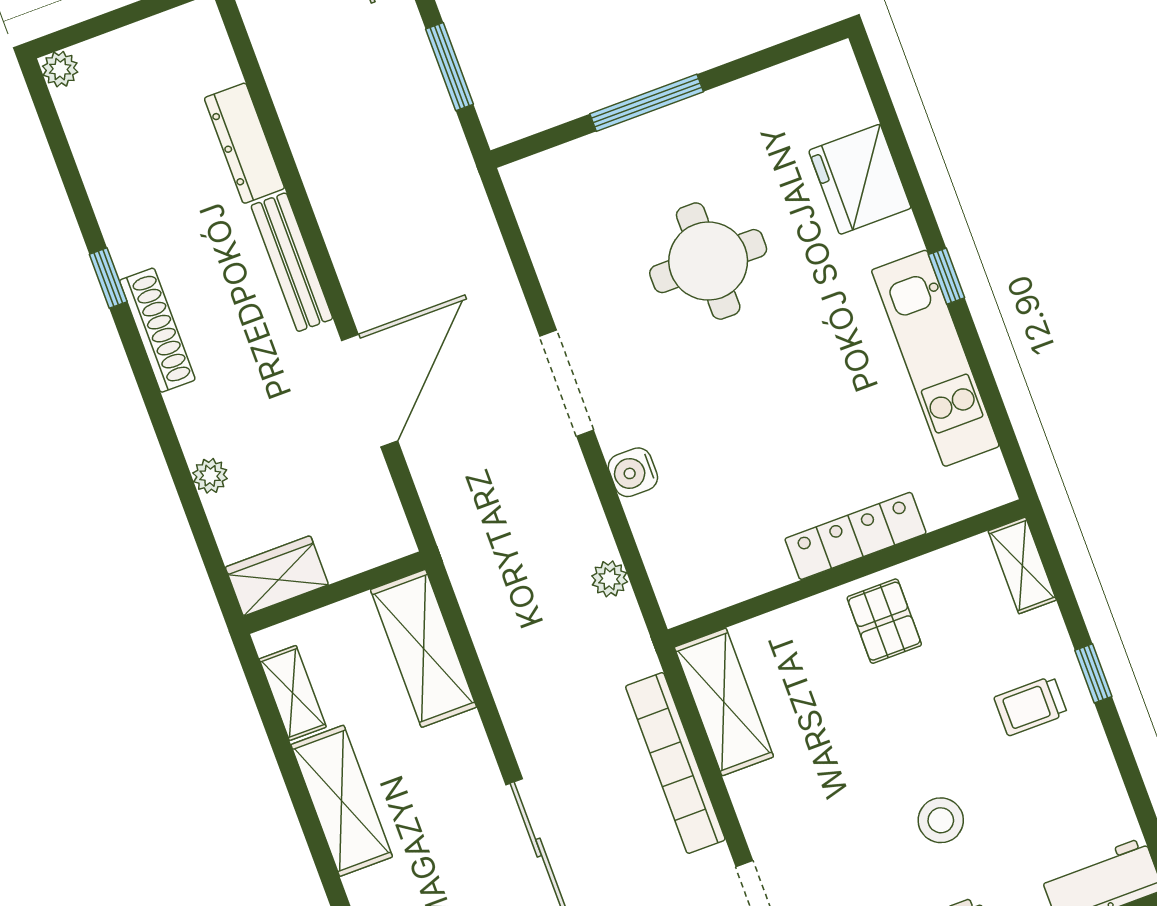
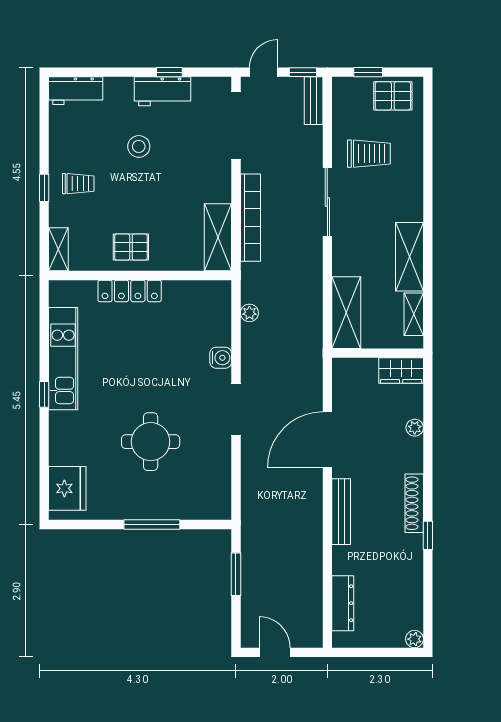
dresser: (244, 143) -> (343, 603), moved
fridge: (860, 179) -> (67, 488), moved
pallet: (884, 621) -> (131, 247), turned 90

